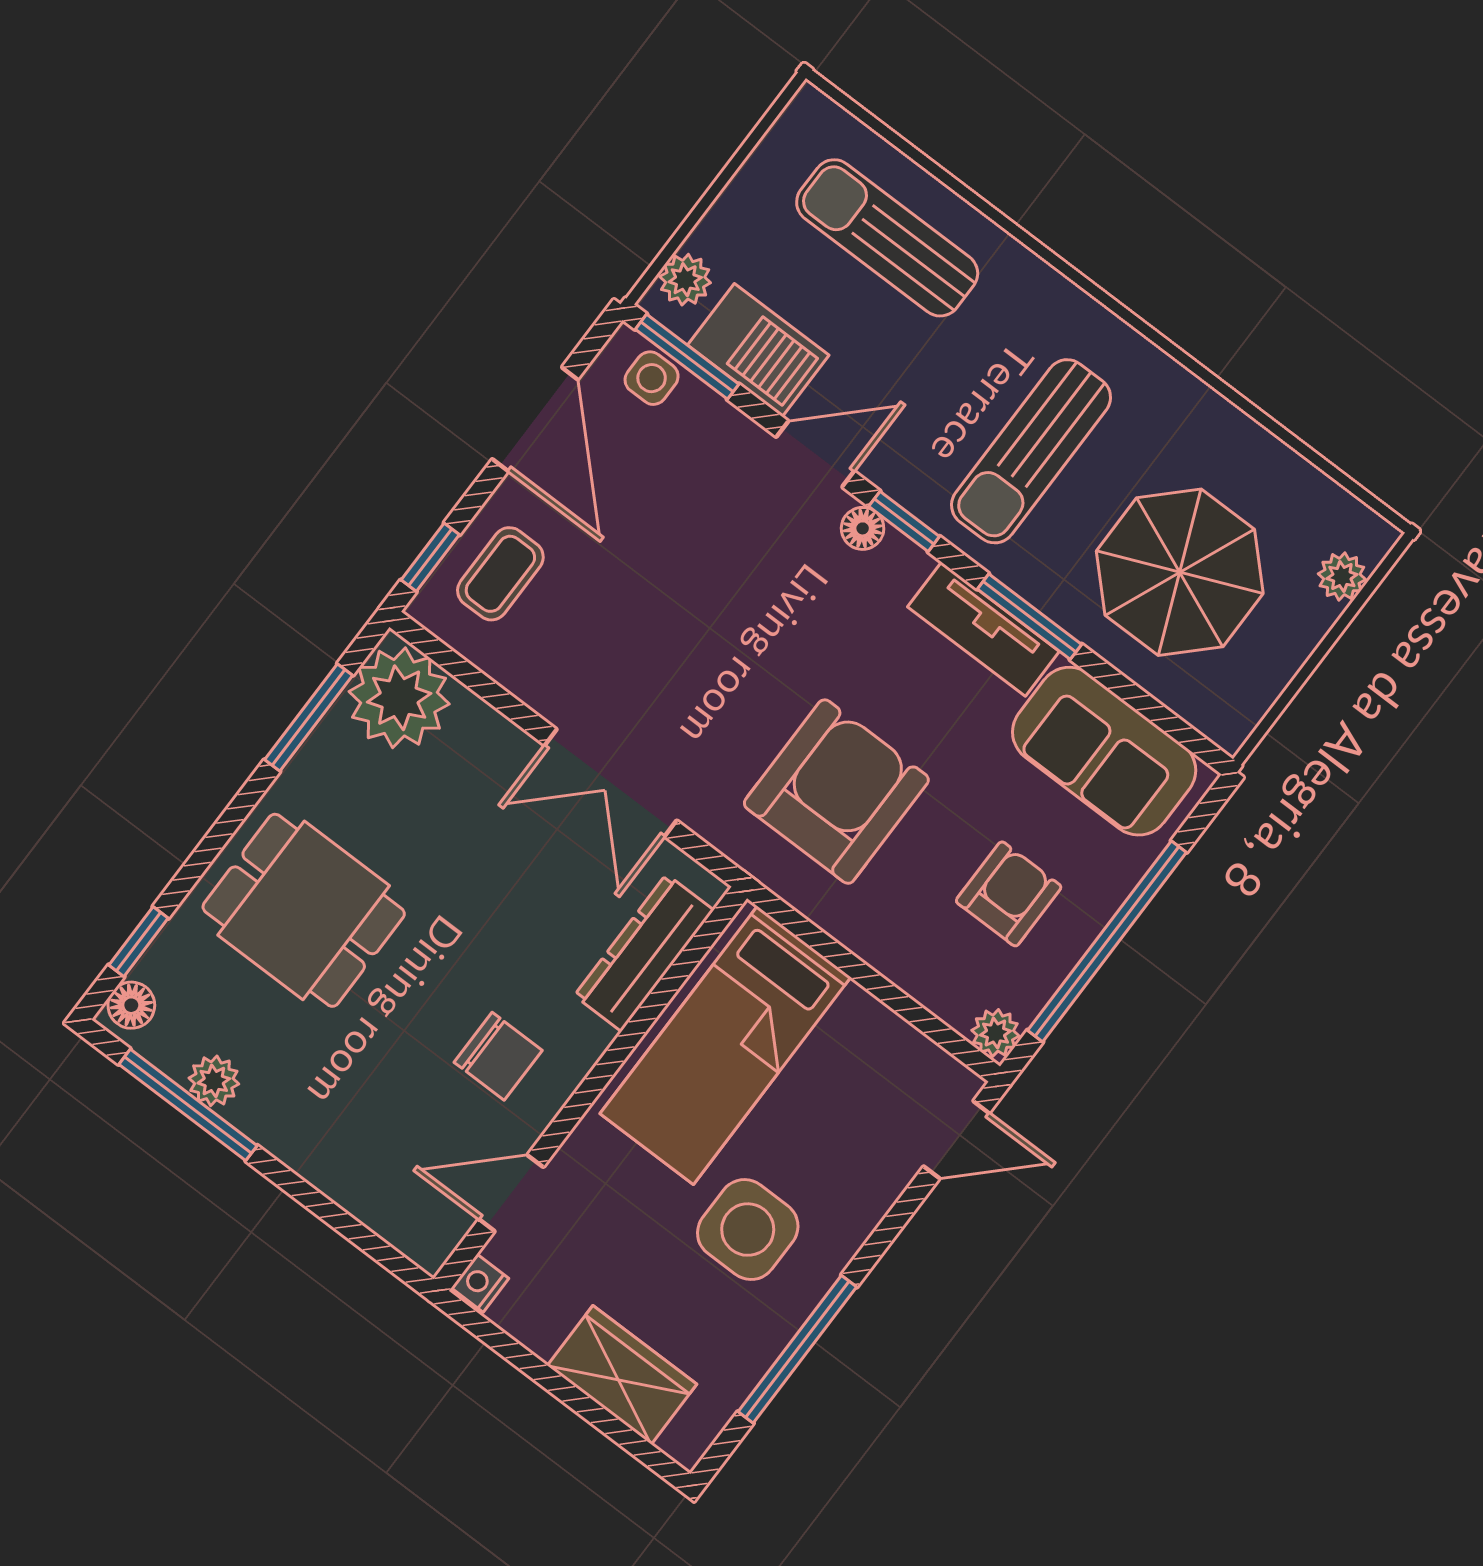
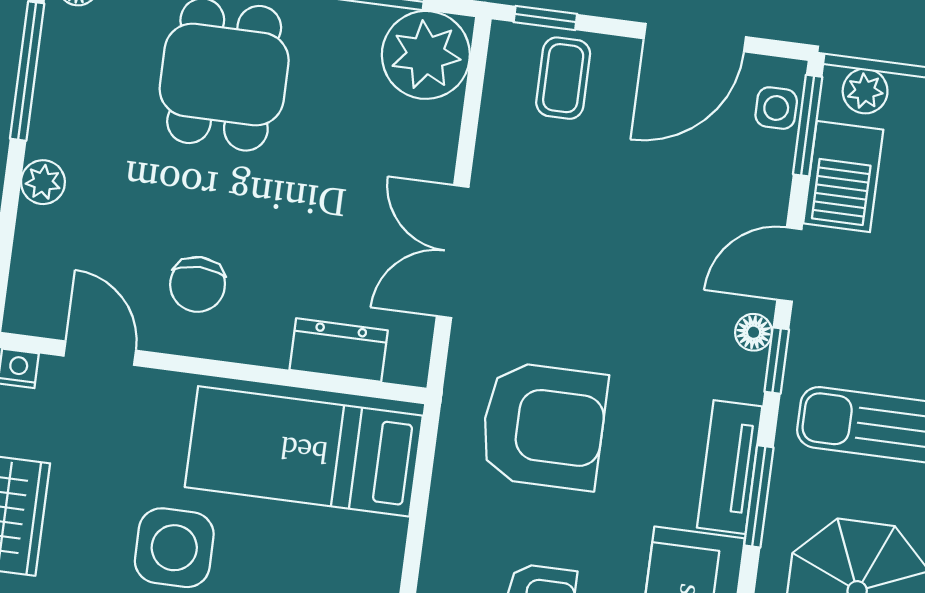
door: (815, 454) -> (789, 264), swing flipped
coffee table: (500, 574) -> (563, 78), turned 90
dresser: (644, 953) -> (339, 350), width x0.70
plant: (214, 1081) -> (43, 182), moved

